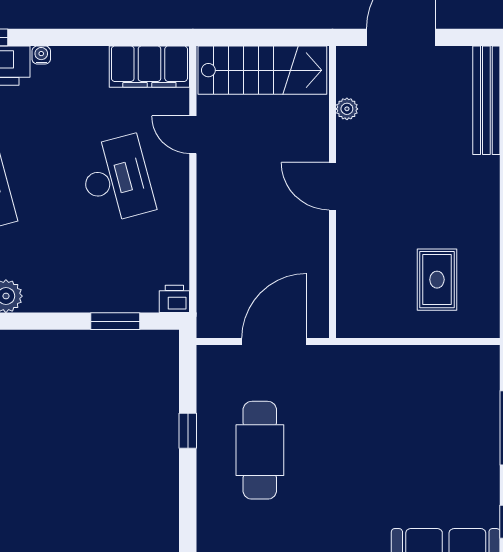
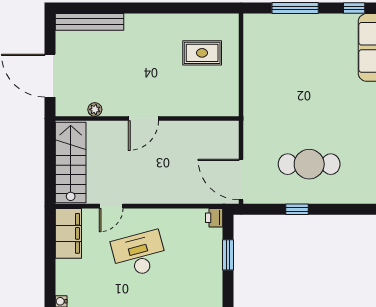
door: (274, 342) -> (241, 179), moved

